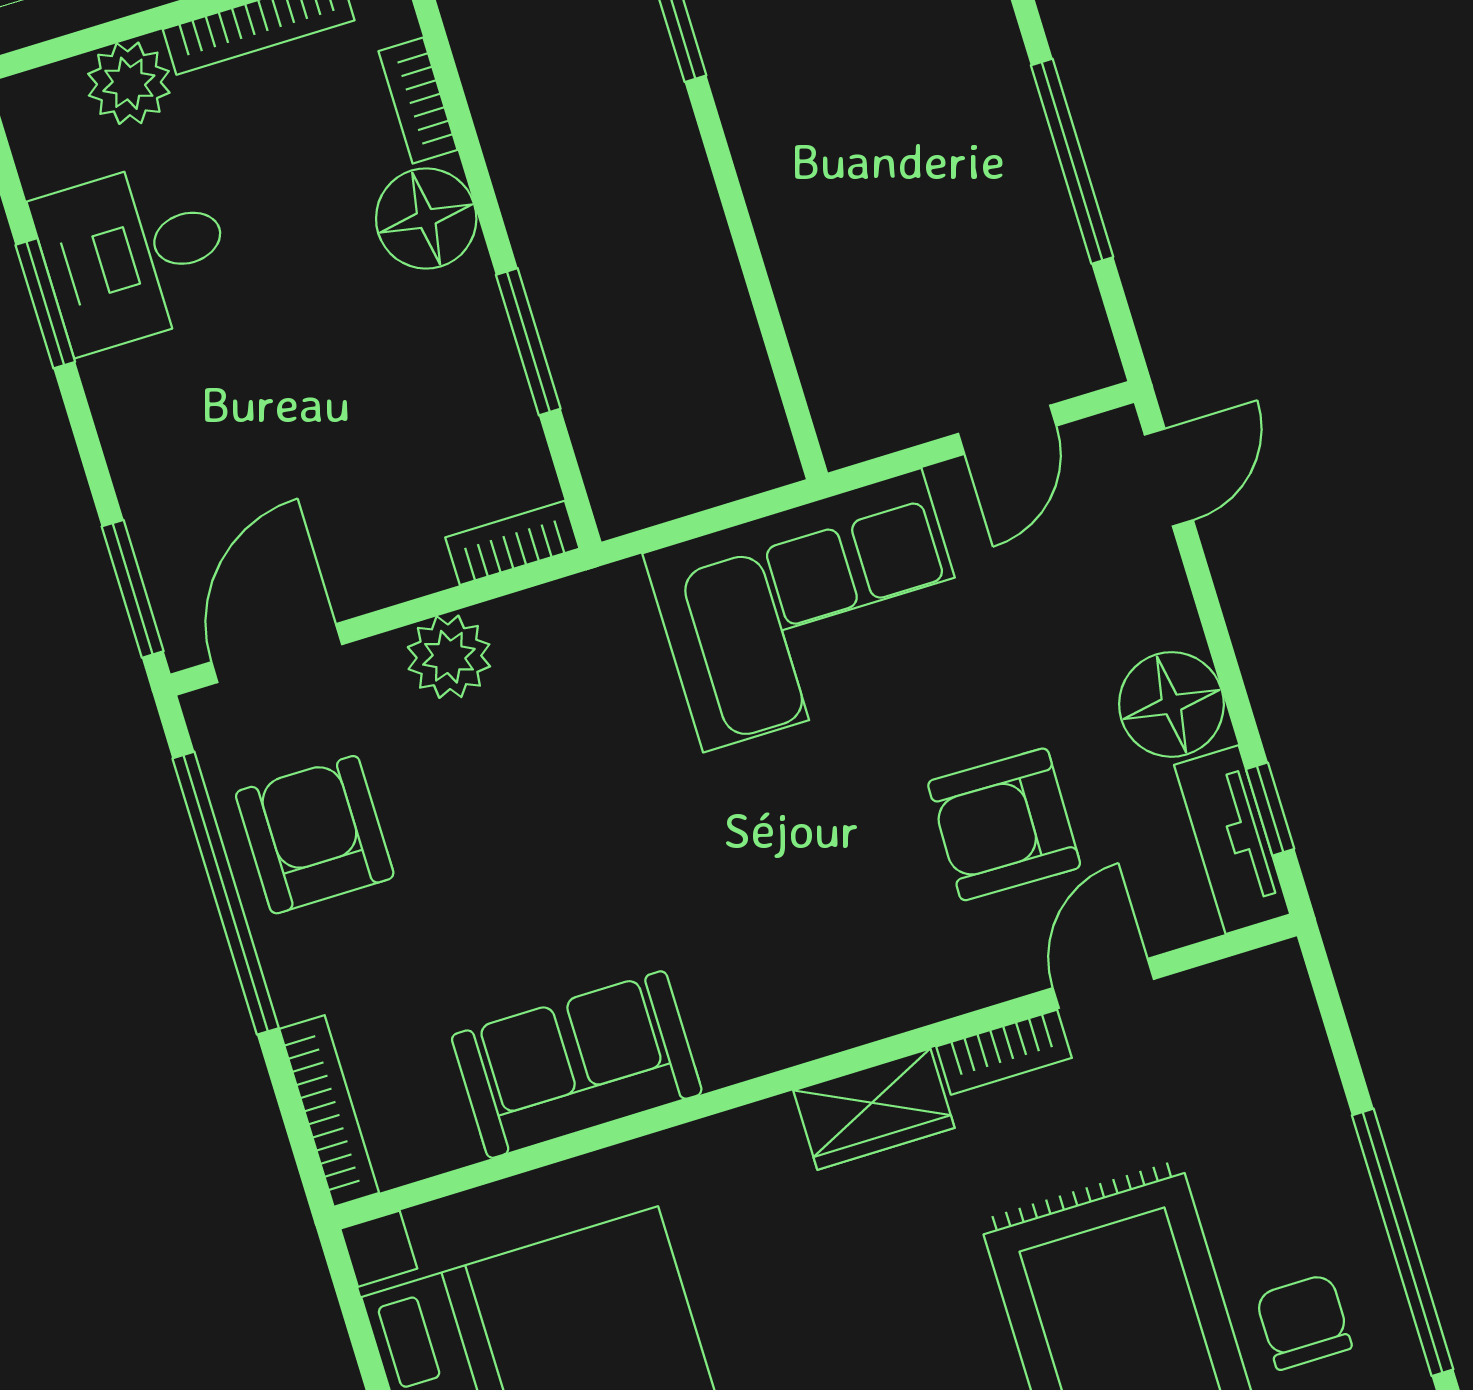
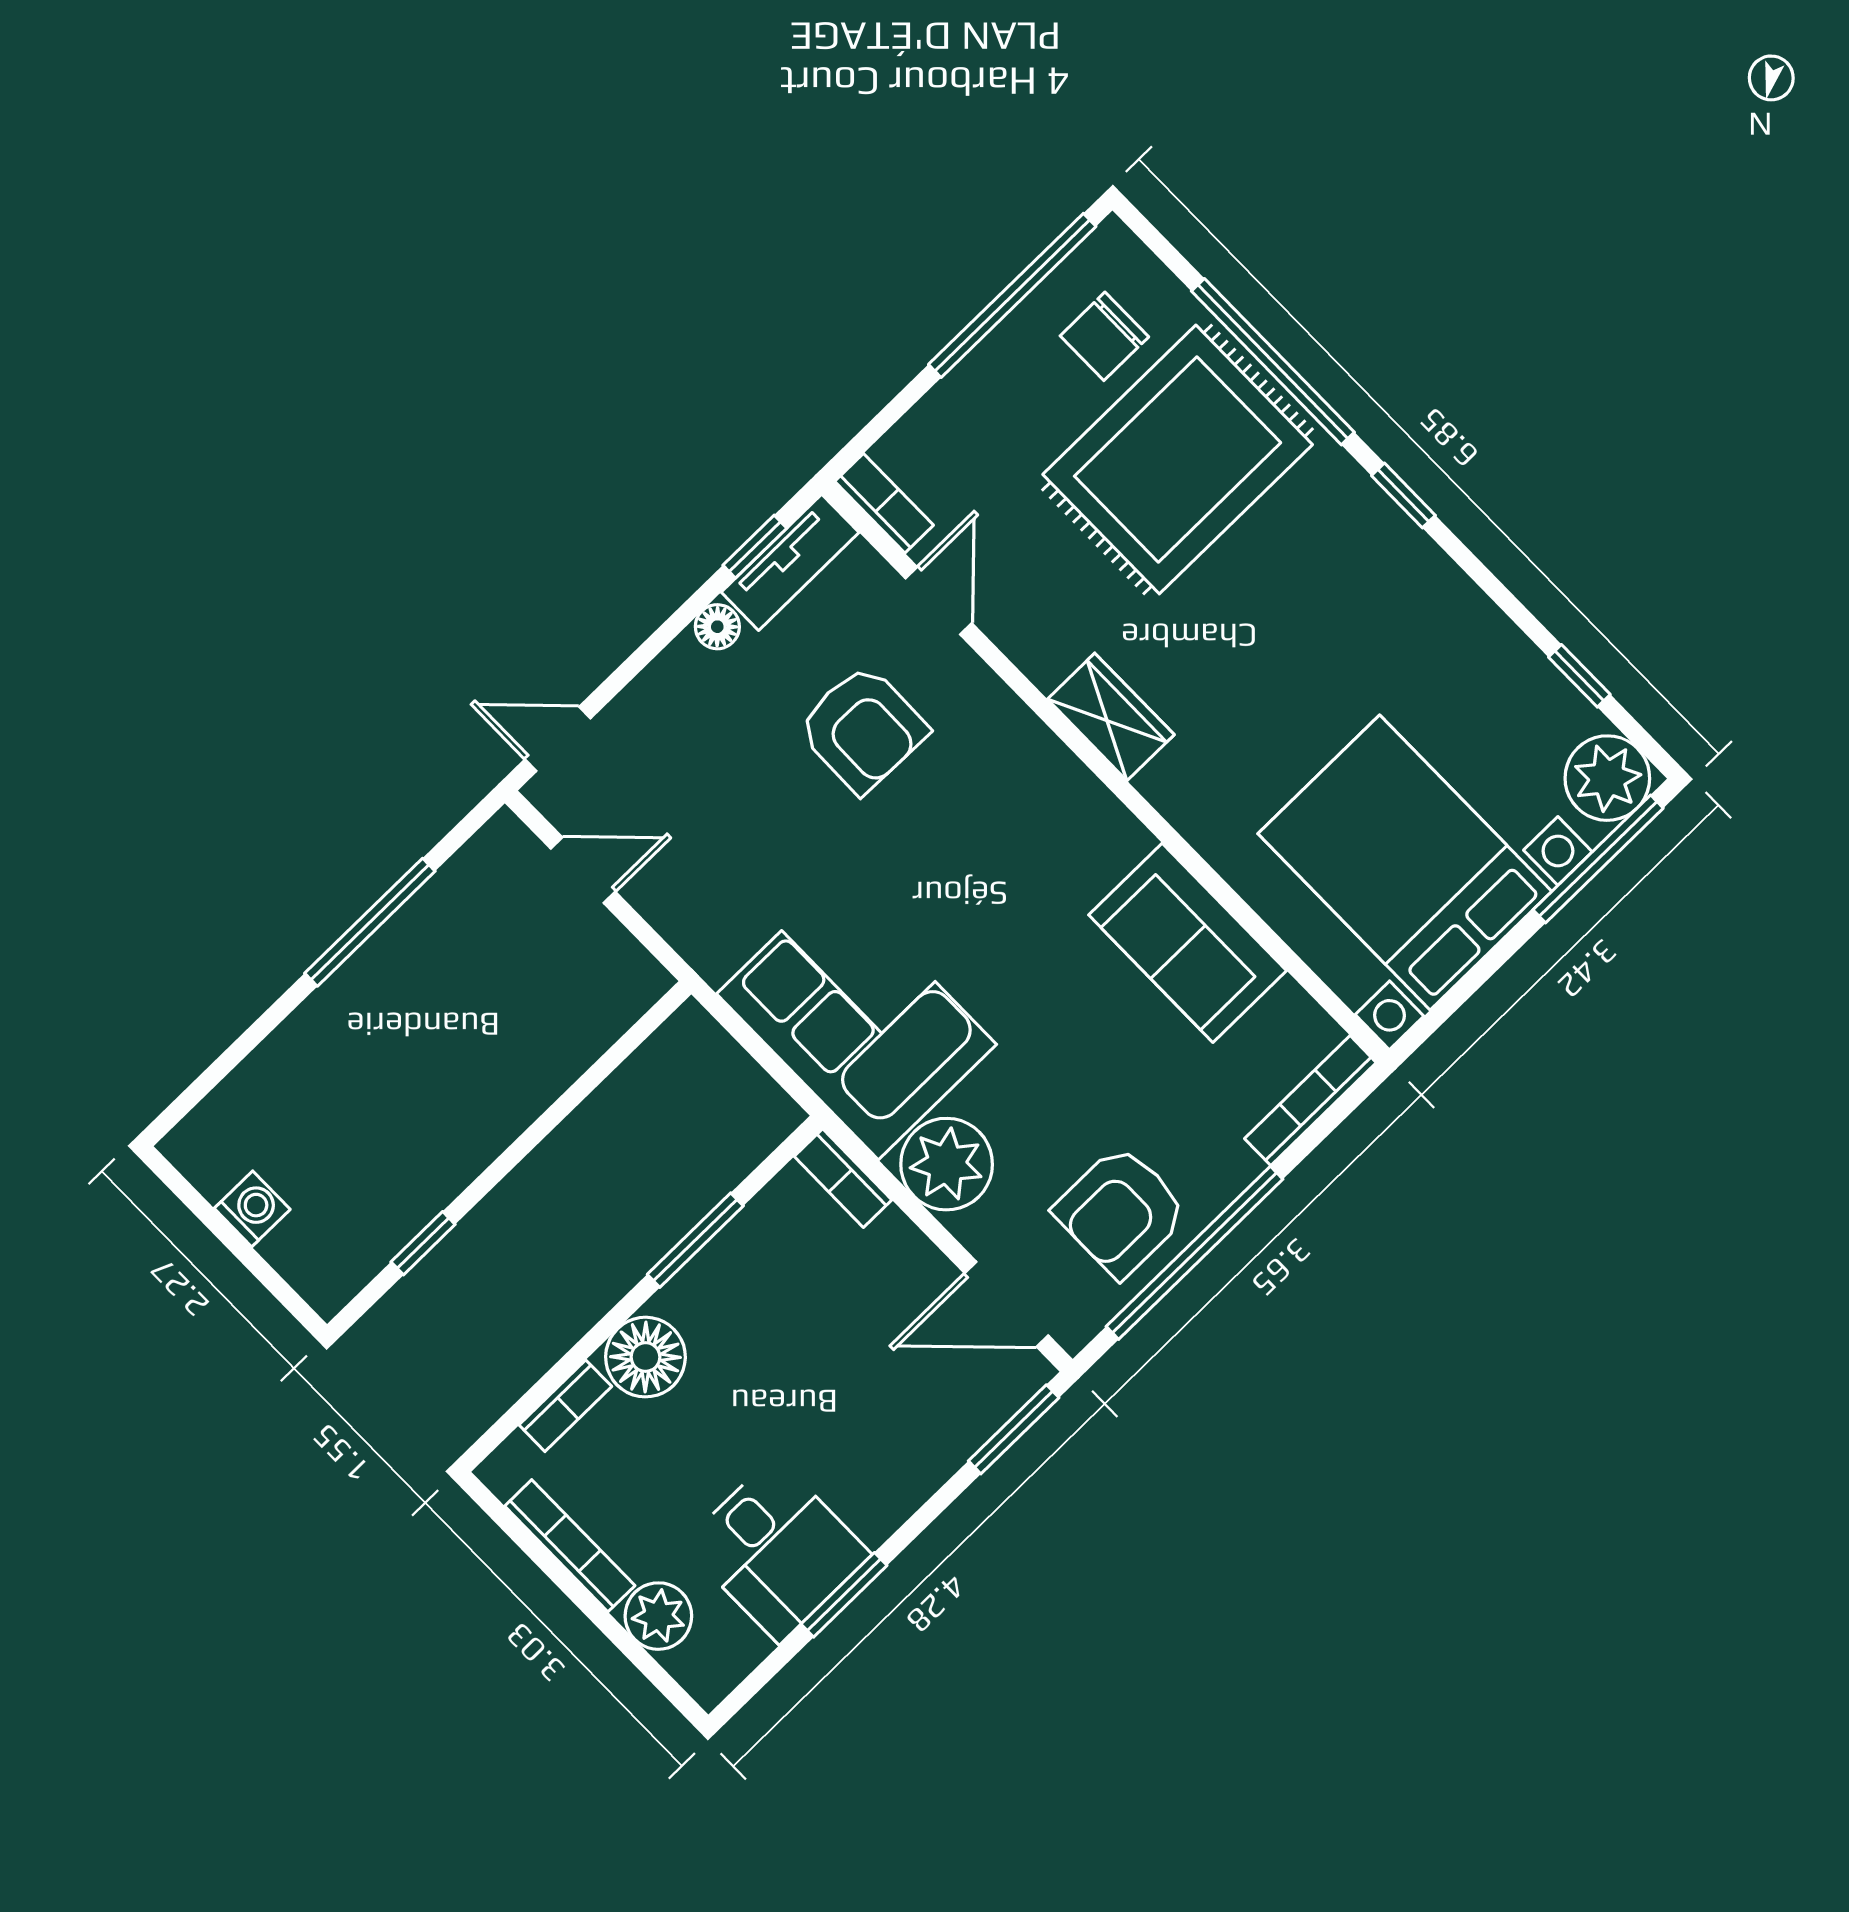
corner sofa: (812, 610) -> (857, 1019), moved
plant: (449, 657) -> (947, 1164), width x1.36, depth x1.36
floor lamp: (1171, 704) -> (717, 627), width x0.53, depth x0.53
door: (1103, 983) -> (939, 601), swing flipped
bookcase: (1004, 1052) -> (884, 503), moved

